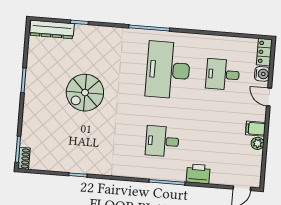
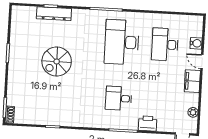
dresser: (52, 29) -> (54, 14), moved
locker: (264, 52) -> (197, 26), removed
desk: (223, 74) -> (165, 45), width x1.37
filing cabinet: (256, 129) -> (192, 81), width x2.00
plant: (258, 143) -> (193, 112), moved

